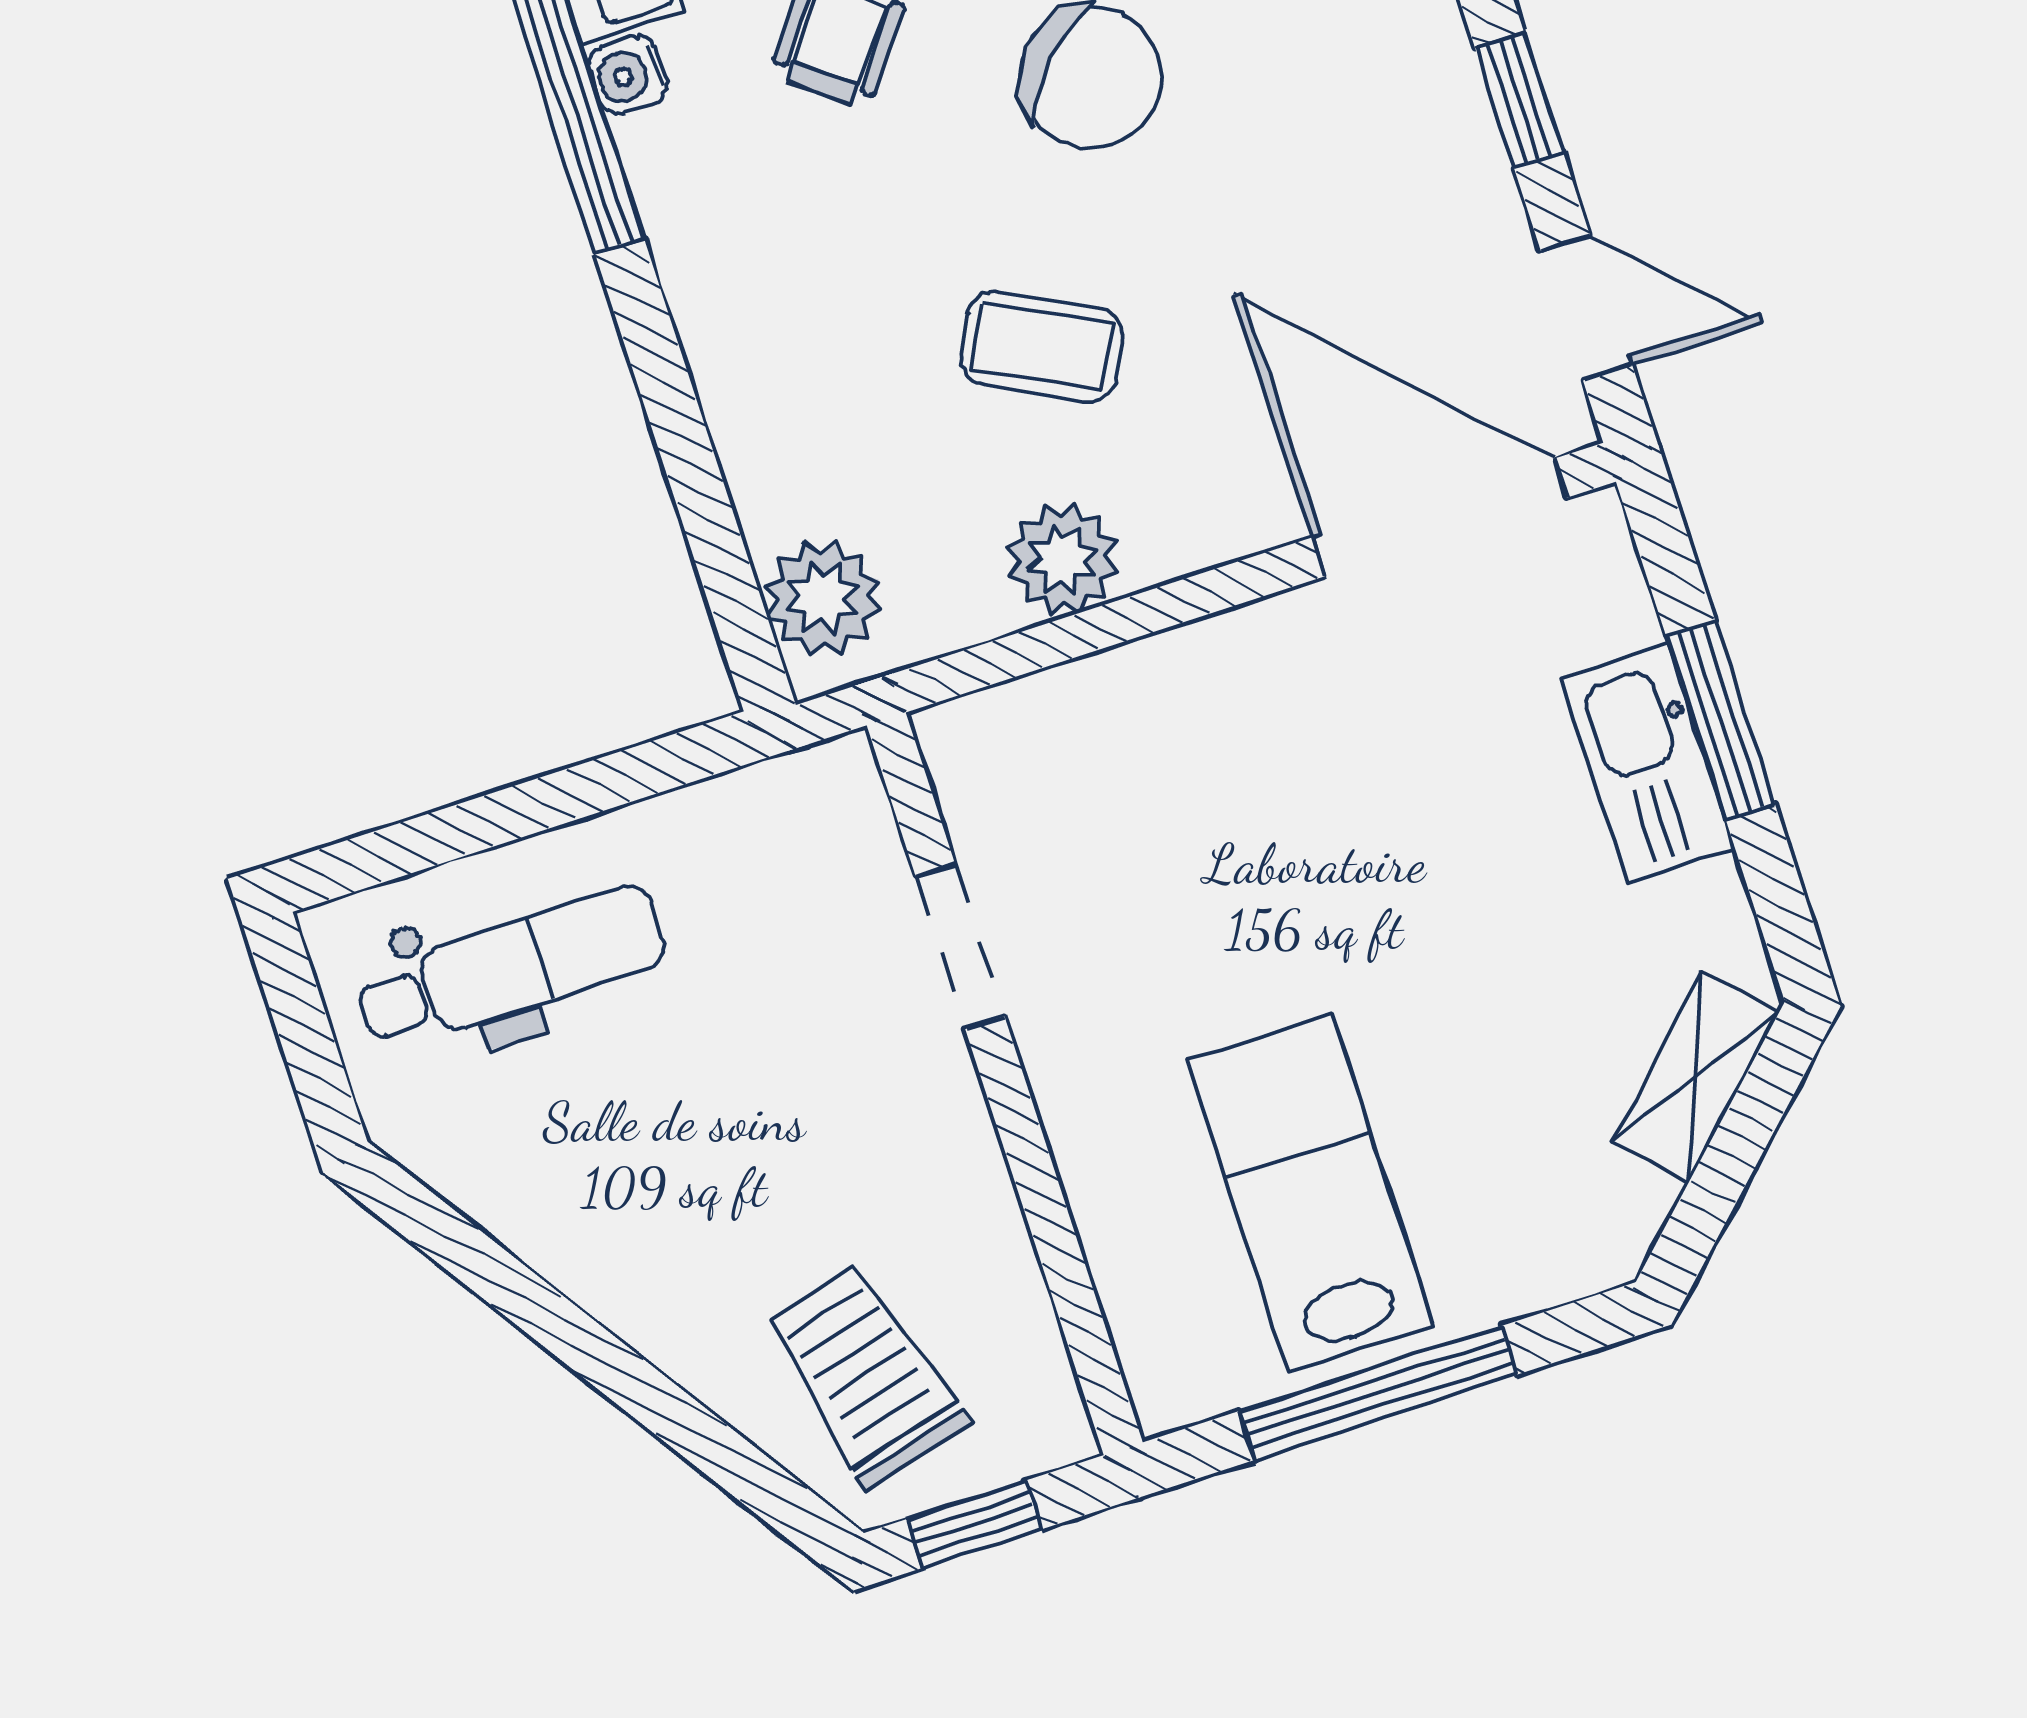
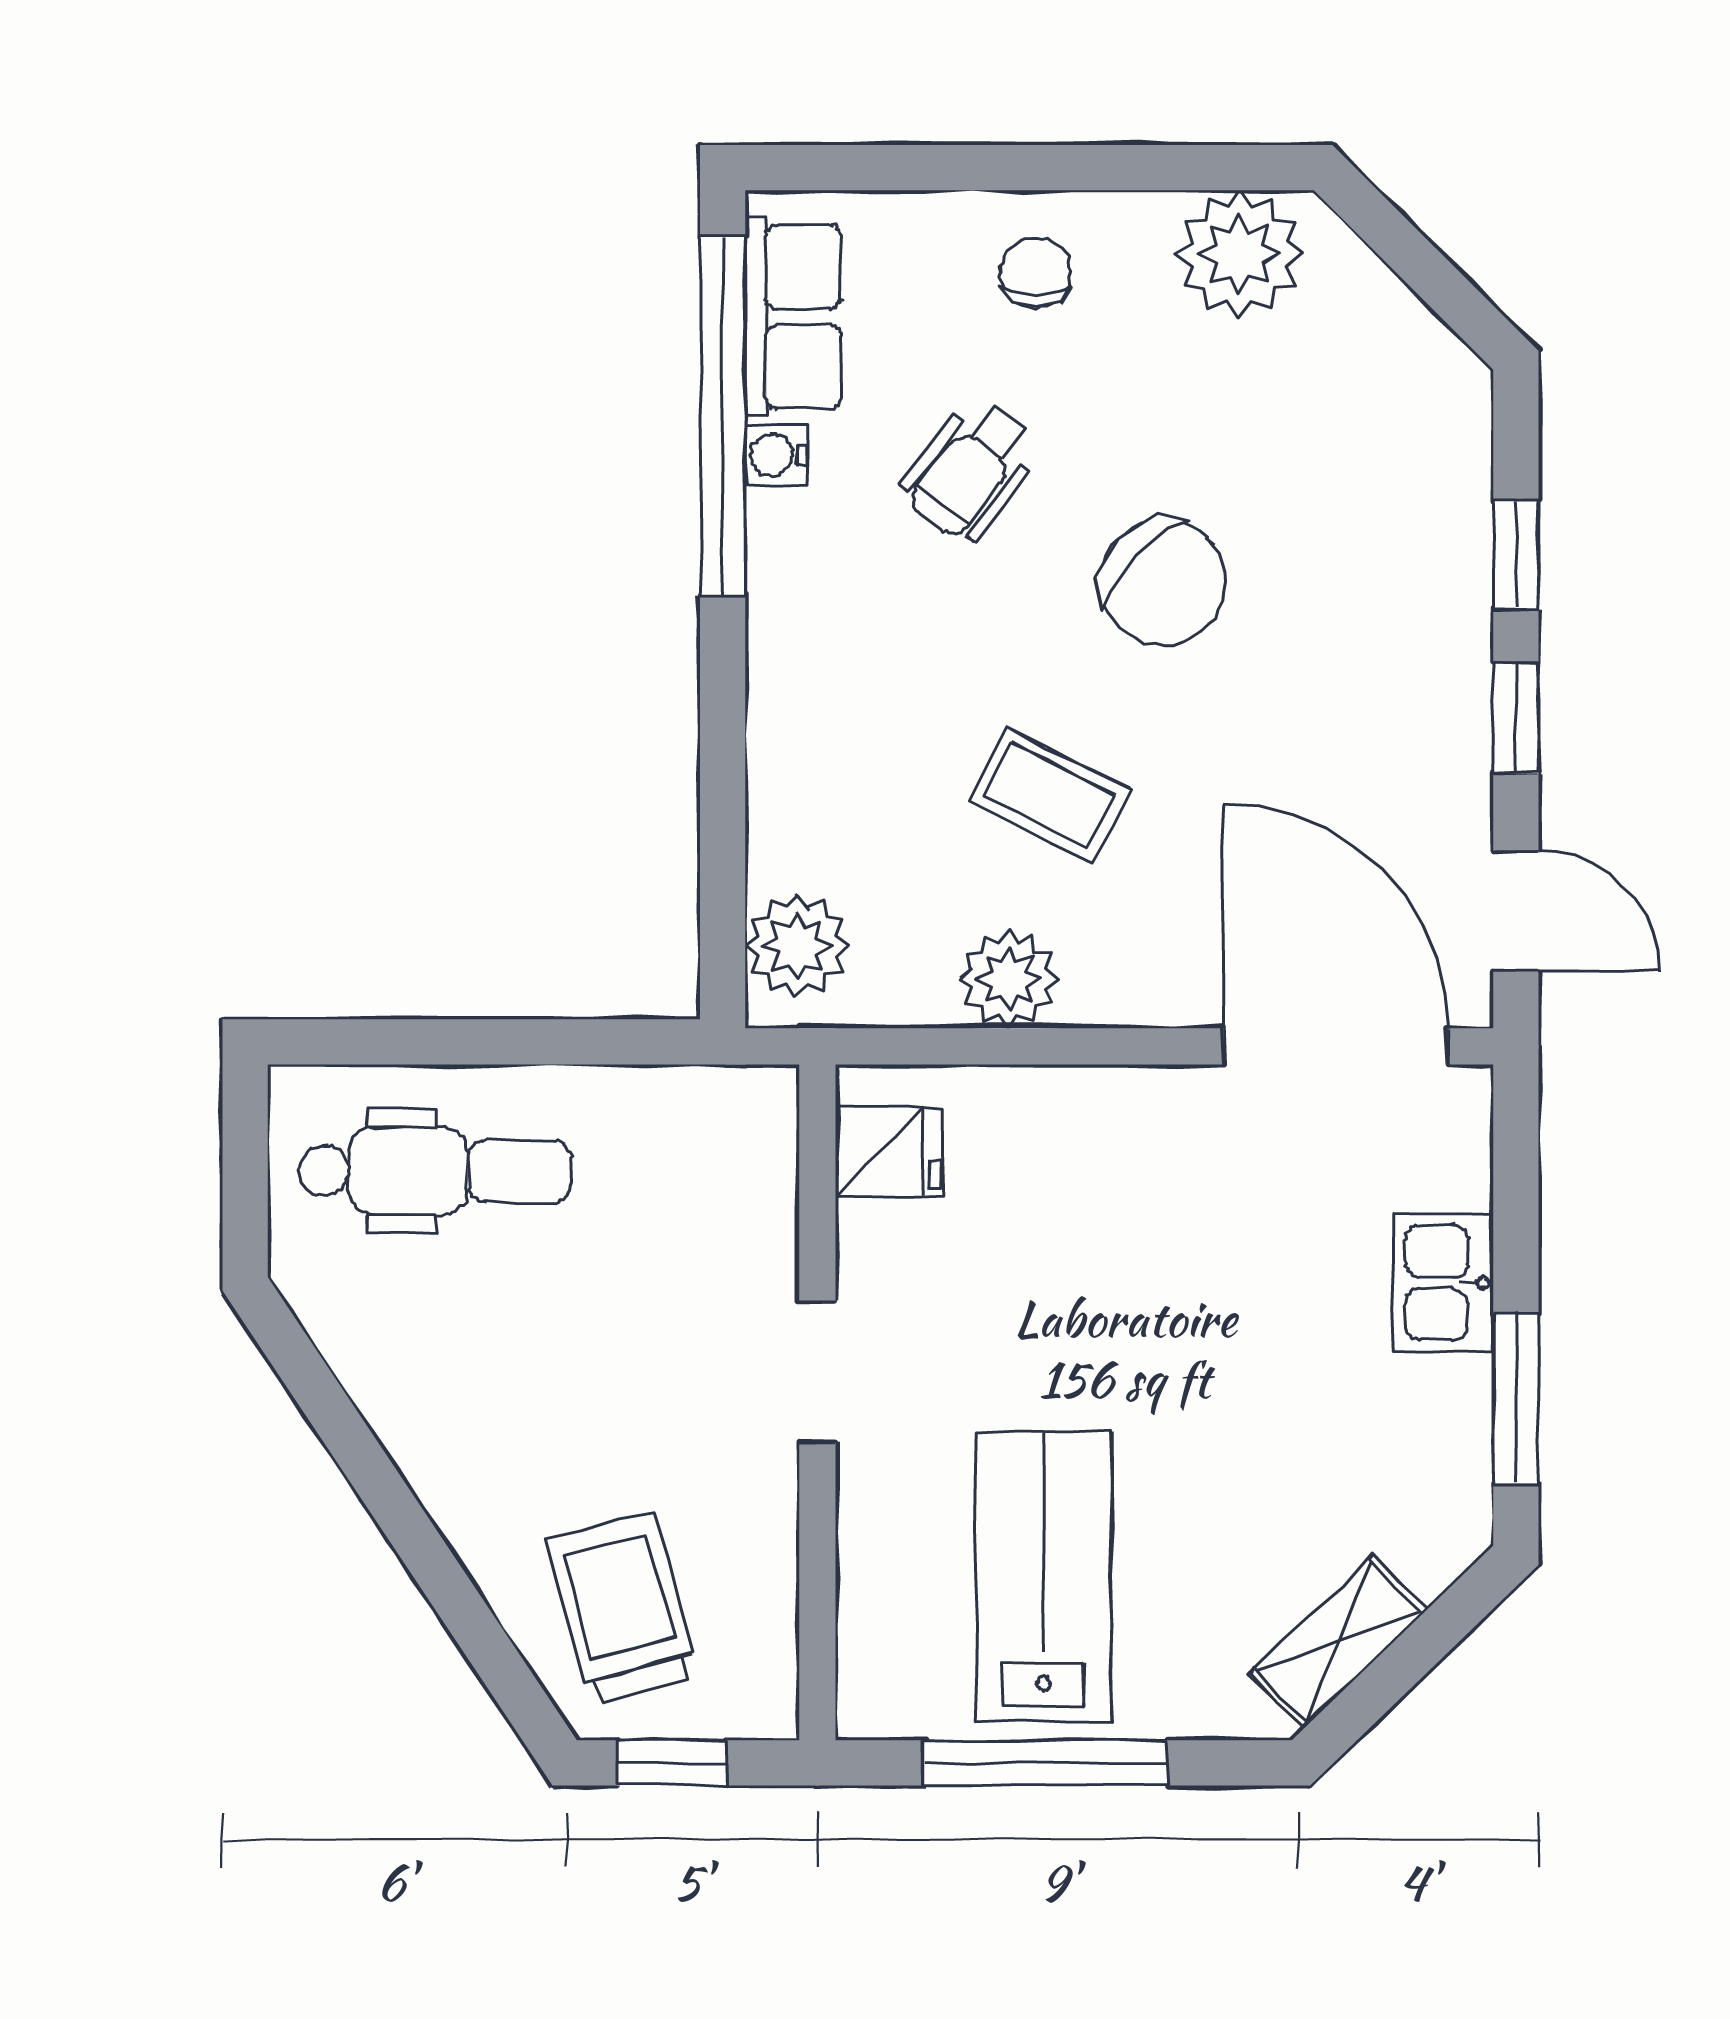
window: (1721, 721) -> (1516, 1399), moved
kitchen sink: (1648, 763) -> (1443, 1283), width x0.73
fridge: (994, 788) -> (889, 1151), added
doorway: (960, 947) -> (817, 1372), moved
shelving: (1695, 1077) -> (1338, 1642), moved

